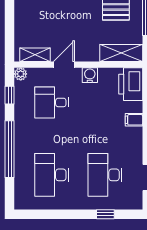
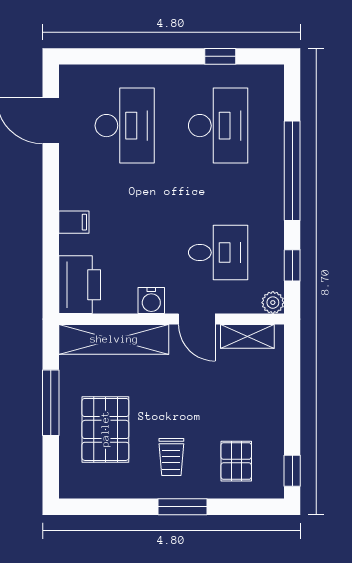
shelving: (121, 53) -> (114, 339), width x1.47
door: (64, 65) -> (197, 319), hinge flipped
window: (105, 214) -> (220, 56), moved

